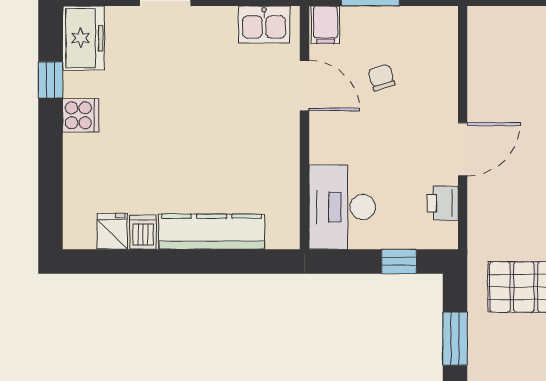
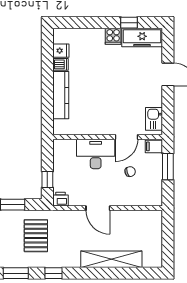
freezer: (84, 38) -> (142, 38), width x1.40
printer: (443, 203) -> (61, 199), moved
desk: (342, 207) -> (96, 154), moved

